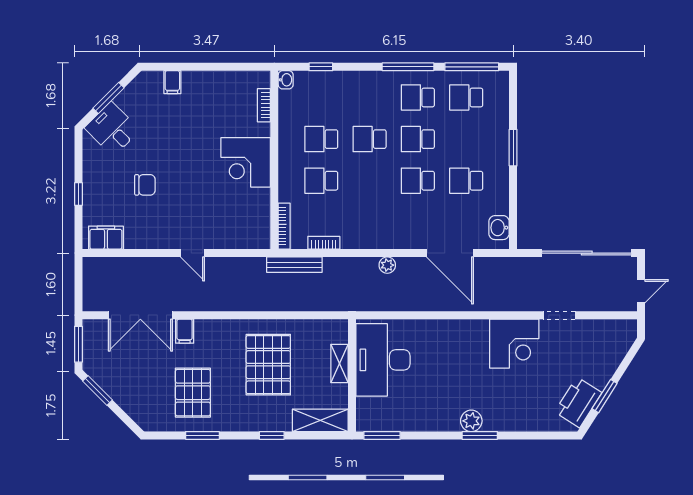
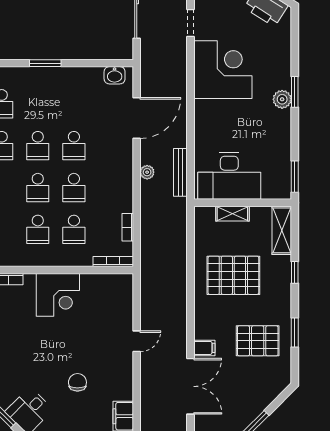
school desk: (466, 181) -> (74, 188), moved
bench: (294, 265) -> (180, 172), moved
corner desk: (514, 344) -> (223, 70), width x1.36, depth x1.36

